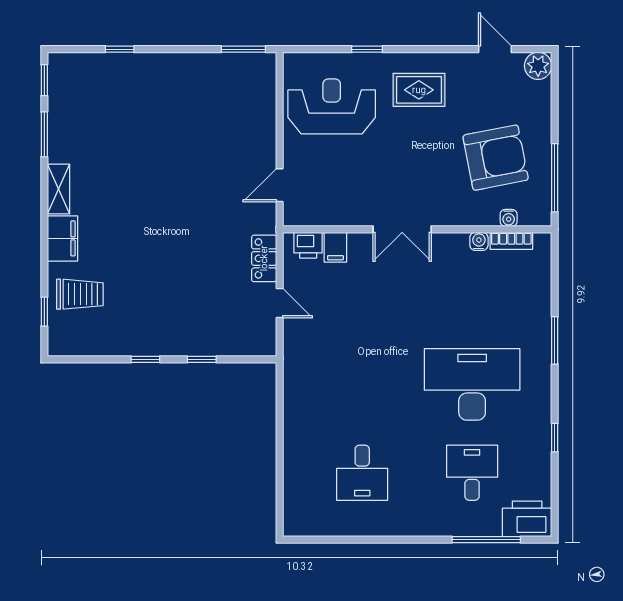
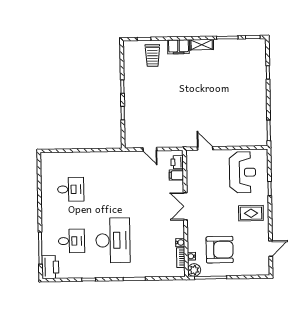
plant: (538, 66) -> (194, 270), moved
rug: (419, 90) -> (251, 213), turned 90
armchair: (496, 158) -> (220, 250), turned -79
locker: (264, 258) -> (171, 142), removed
door: (280, 303) -> (150, 149), hinge flipped
desk: (362, 473) -> (71, 189), turned 180

